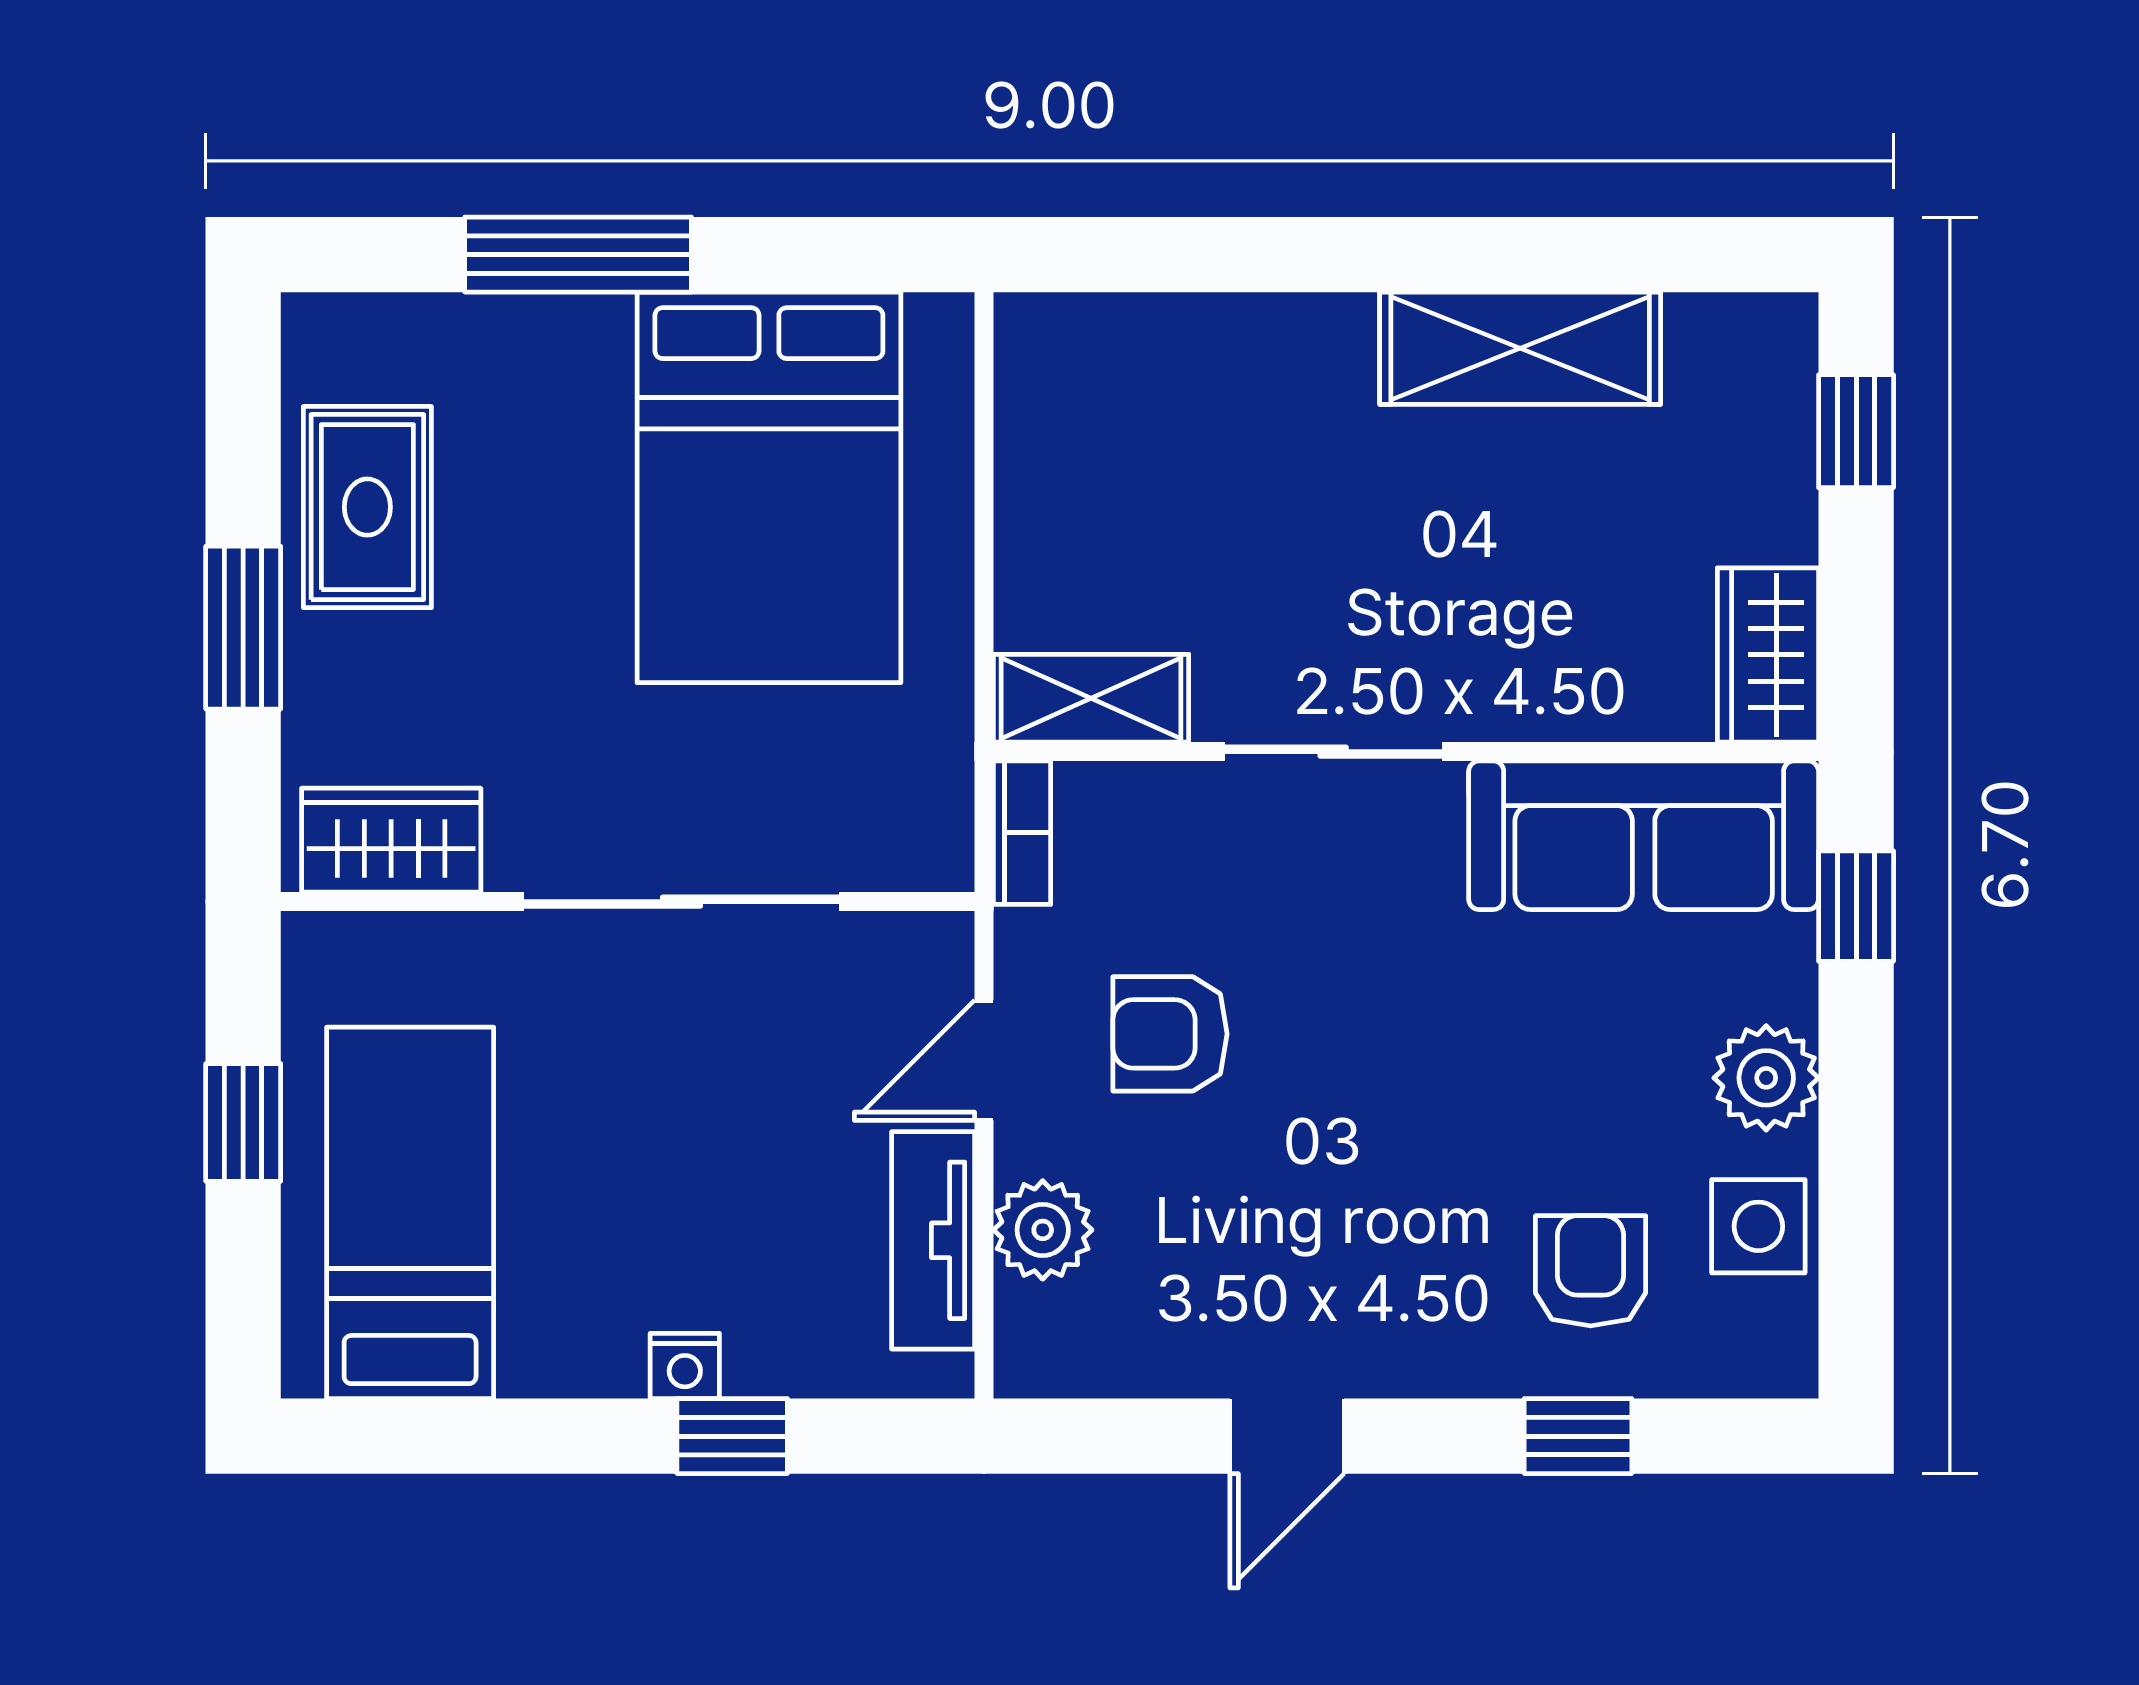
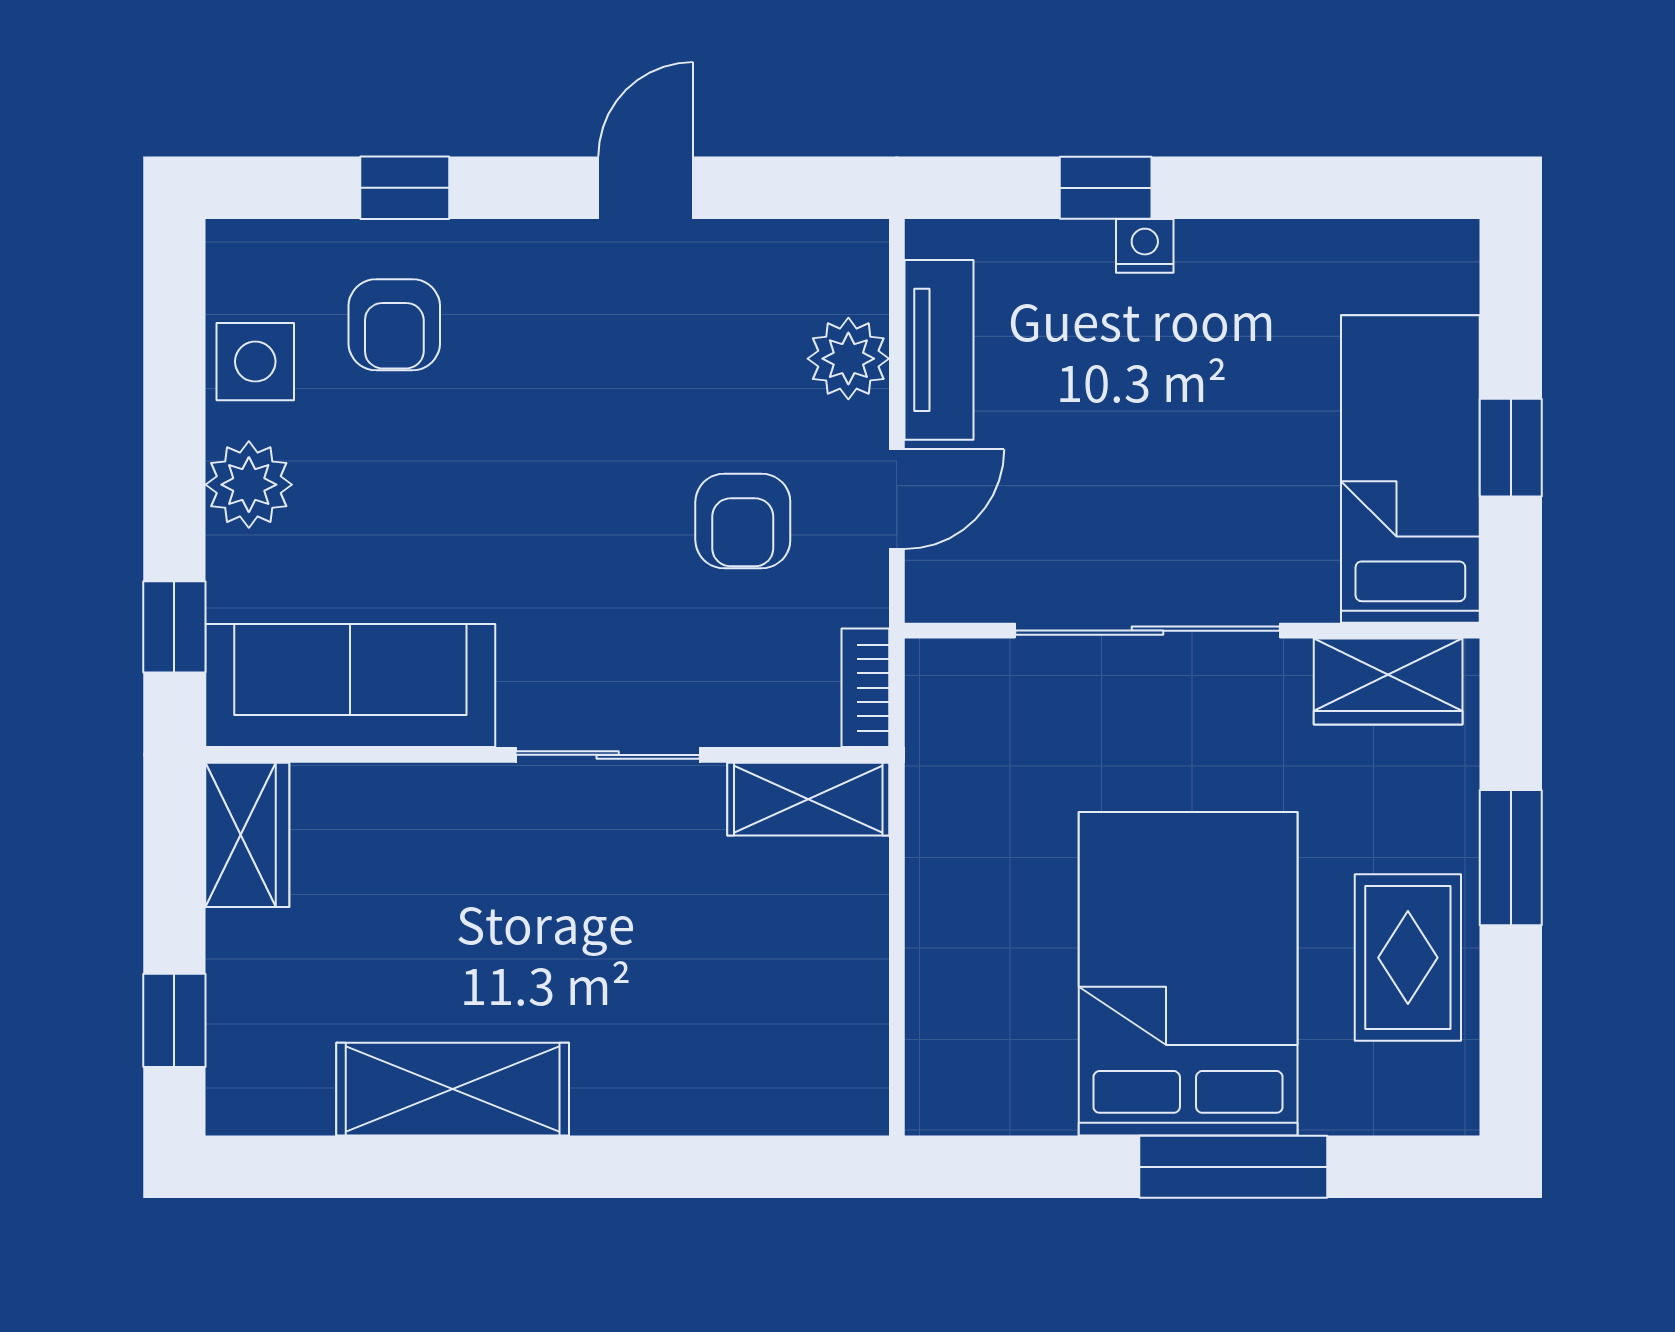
bed: (769, 487) -> (1188, 974), moved
armchair: (1170, 1034) -> (743, 521), turned 90
bed: (410, 1213) -> (1410, 469), moved, turned 180

